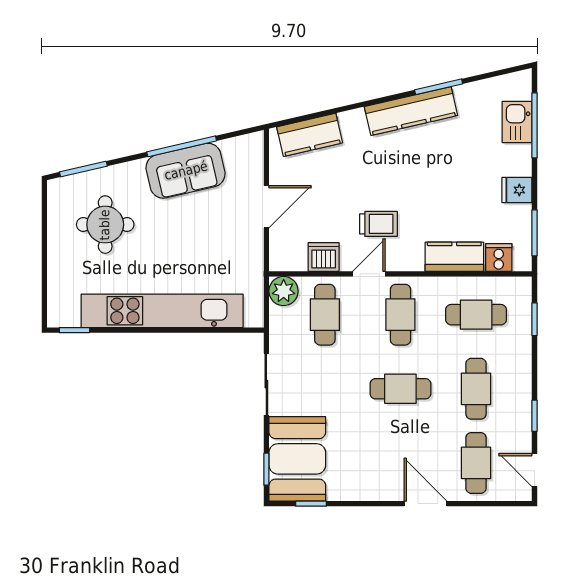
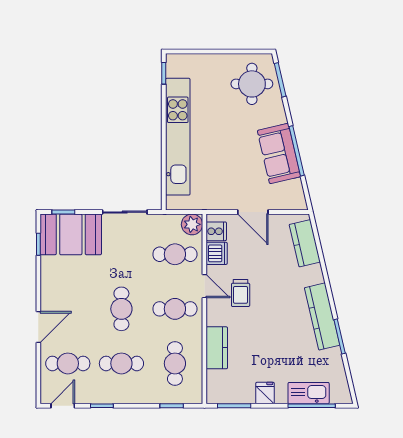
kitchen sink: (517, 122) -> (309, 393), width x1.38
round table: (105, 225) -> (252, 84), moved
cooker: (499, 258) -> (216, 231), moved

